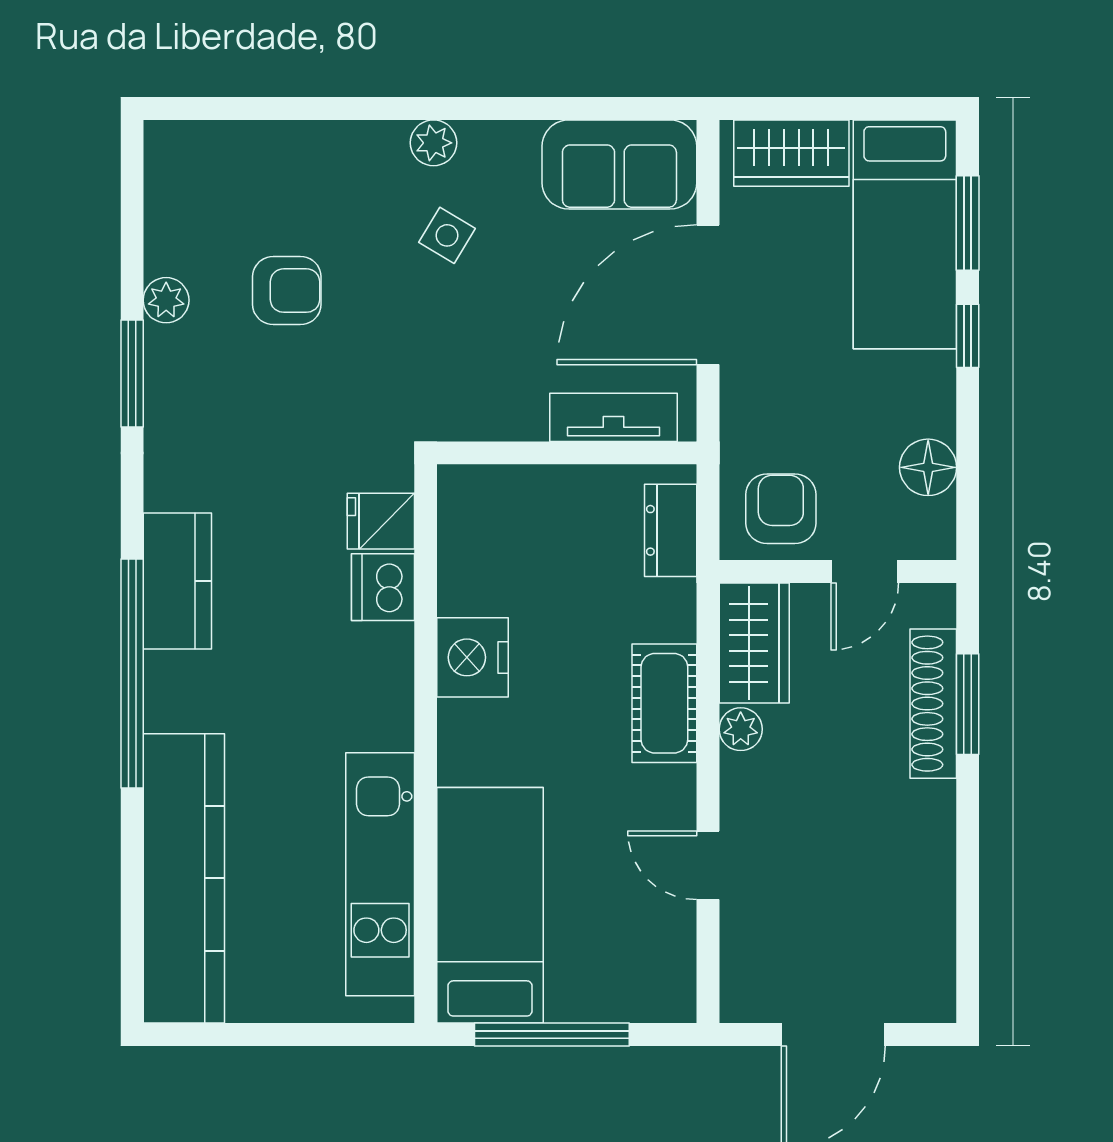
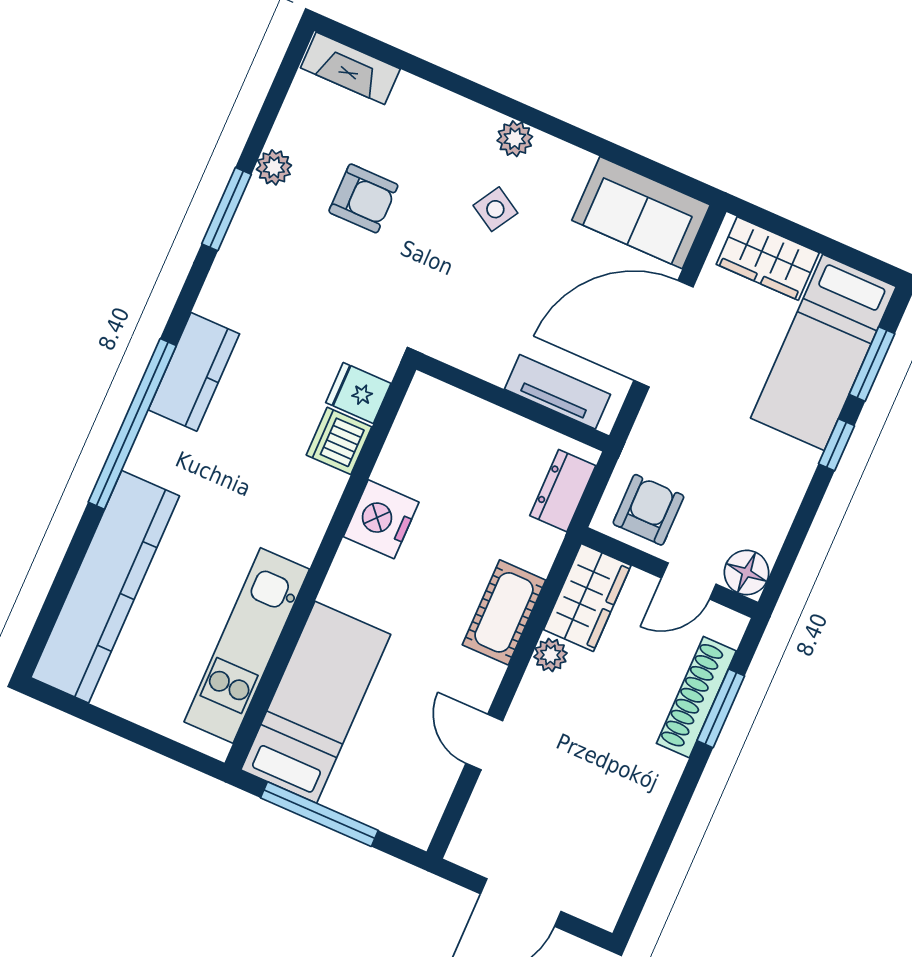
fireplace: (205, 145) -> (350, 68), added
floor lamp: (928, 467) -> (747, 573), moved

